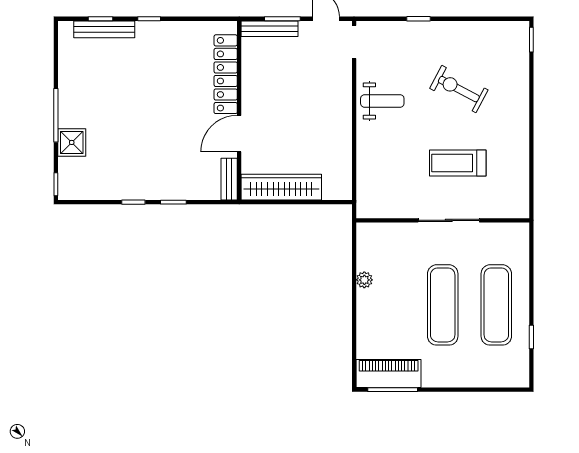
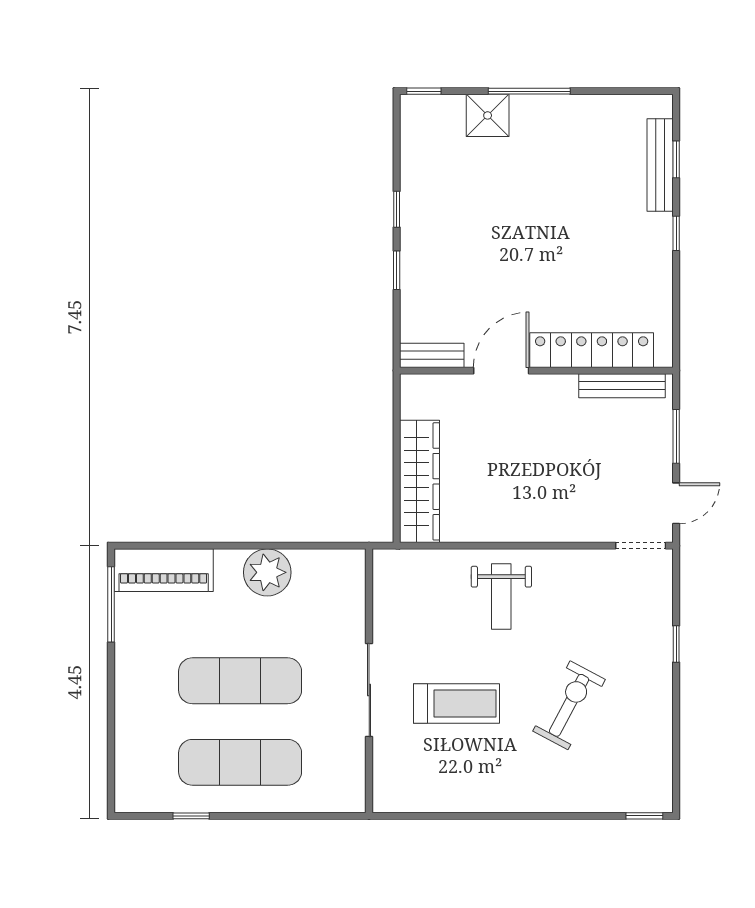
bench: (269, 29) -> (622, 386), moved, turned 90
weight bench: (382, 101) -> (501, 596), moved
door: (239, 134) -> (501, 371), hinge flipped
treadmill: (458, 163) -> (456, 704), turned 90
wardrobe: (281, 187) -> (420, 481), moved
plant: (364, 280) -> (267, 572), width x1.88, depth x1.88
piano: (389, 373) -> (164, 570), moved, turned 90

